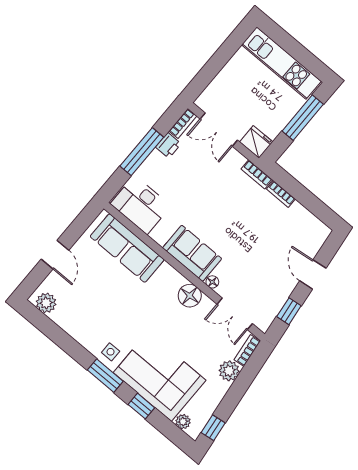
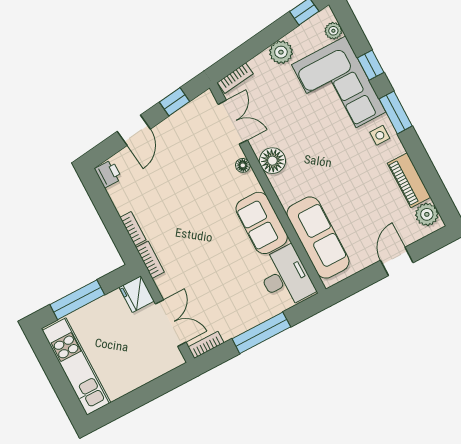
printer: (168, 145) -> (108, 174), moved, turned 90
sofa: (192, 253) -> (262, 223), moved
piano: (72, 325) -> (409, 180), added
plant: (229, 371) -> (281, 52), moved

